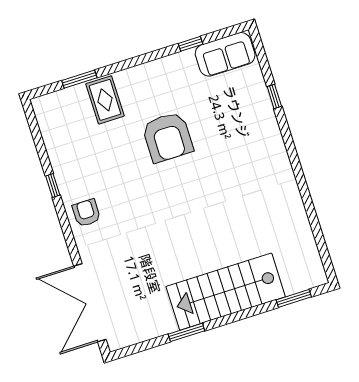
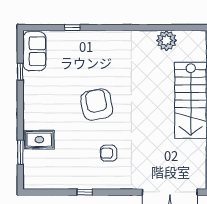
armchair: (168, 137) -> (97, 105), moved, turned -101
armchair: (86, 213) -> (109, 153), moved
plant: (298, 232) -> (166, 40), added

